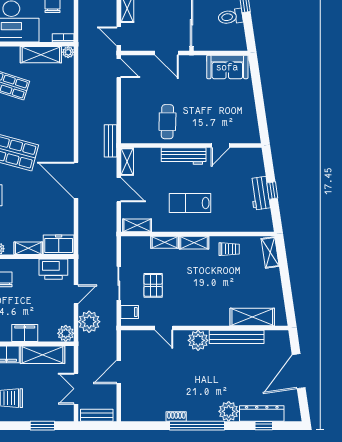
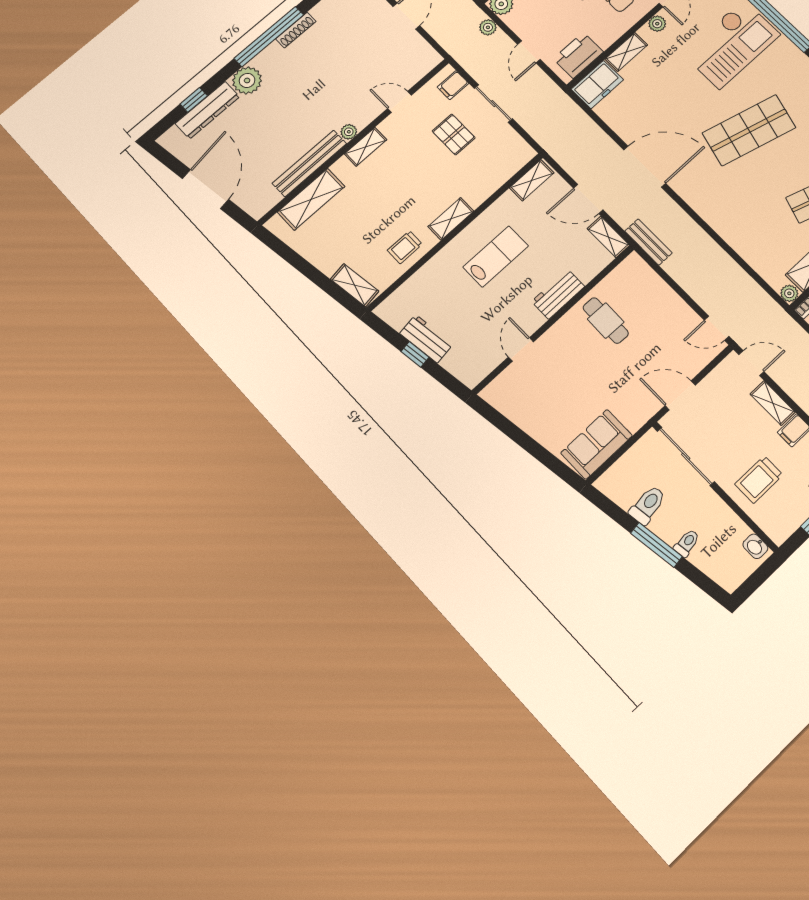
workbench: (184, 156) -> (558, 294), width x0.73
shelving: (165, 242) -> (366, 147), moved
plant: (89, 322) -> (488, 27), width x0.53, depth x0.53
plant: (198, 340) -> (349, 132), width x0.53, depth x0.53
shoe rack: (176, 417) -> (296, 30), width x1.43

